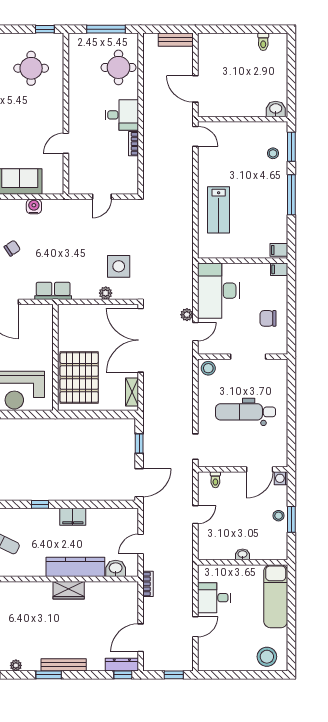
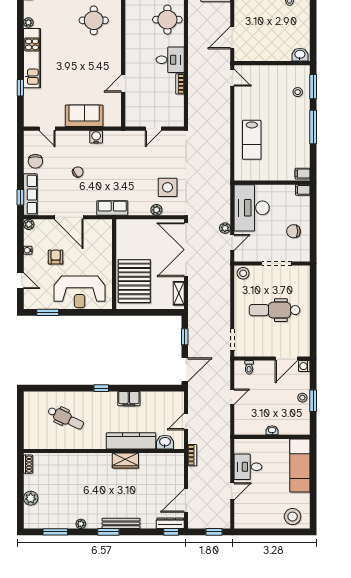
door: (195, 89) -> (232, 38), hinge flipped

